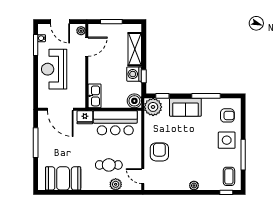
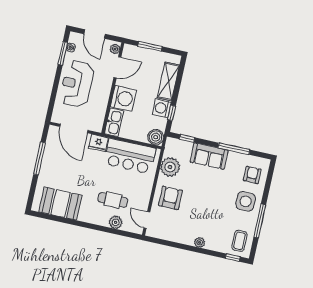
washing machine: (98, 73) -> (123, 98), added
plant: (153, 107) -> (170, 167), moved
armchair: (227, 115) -> (252, 175), turned -90

